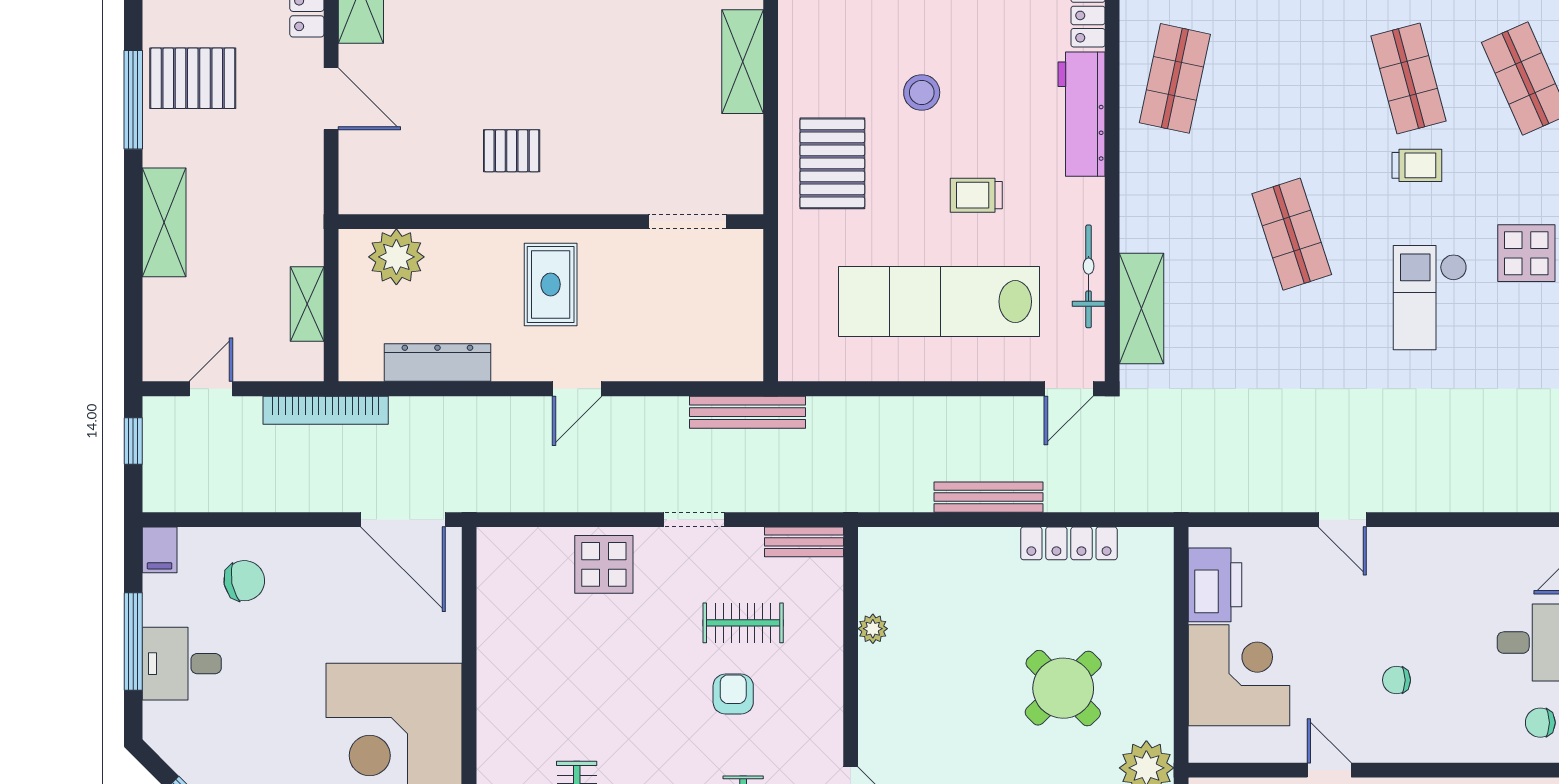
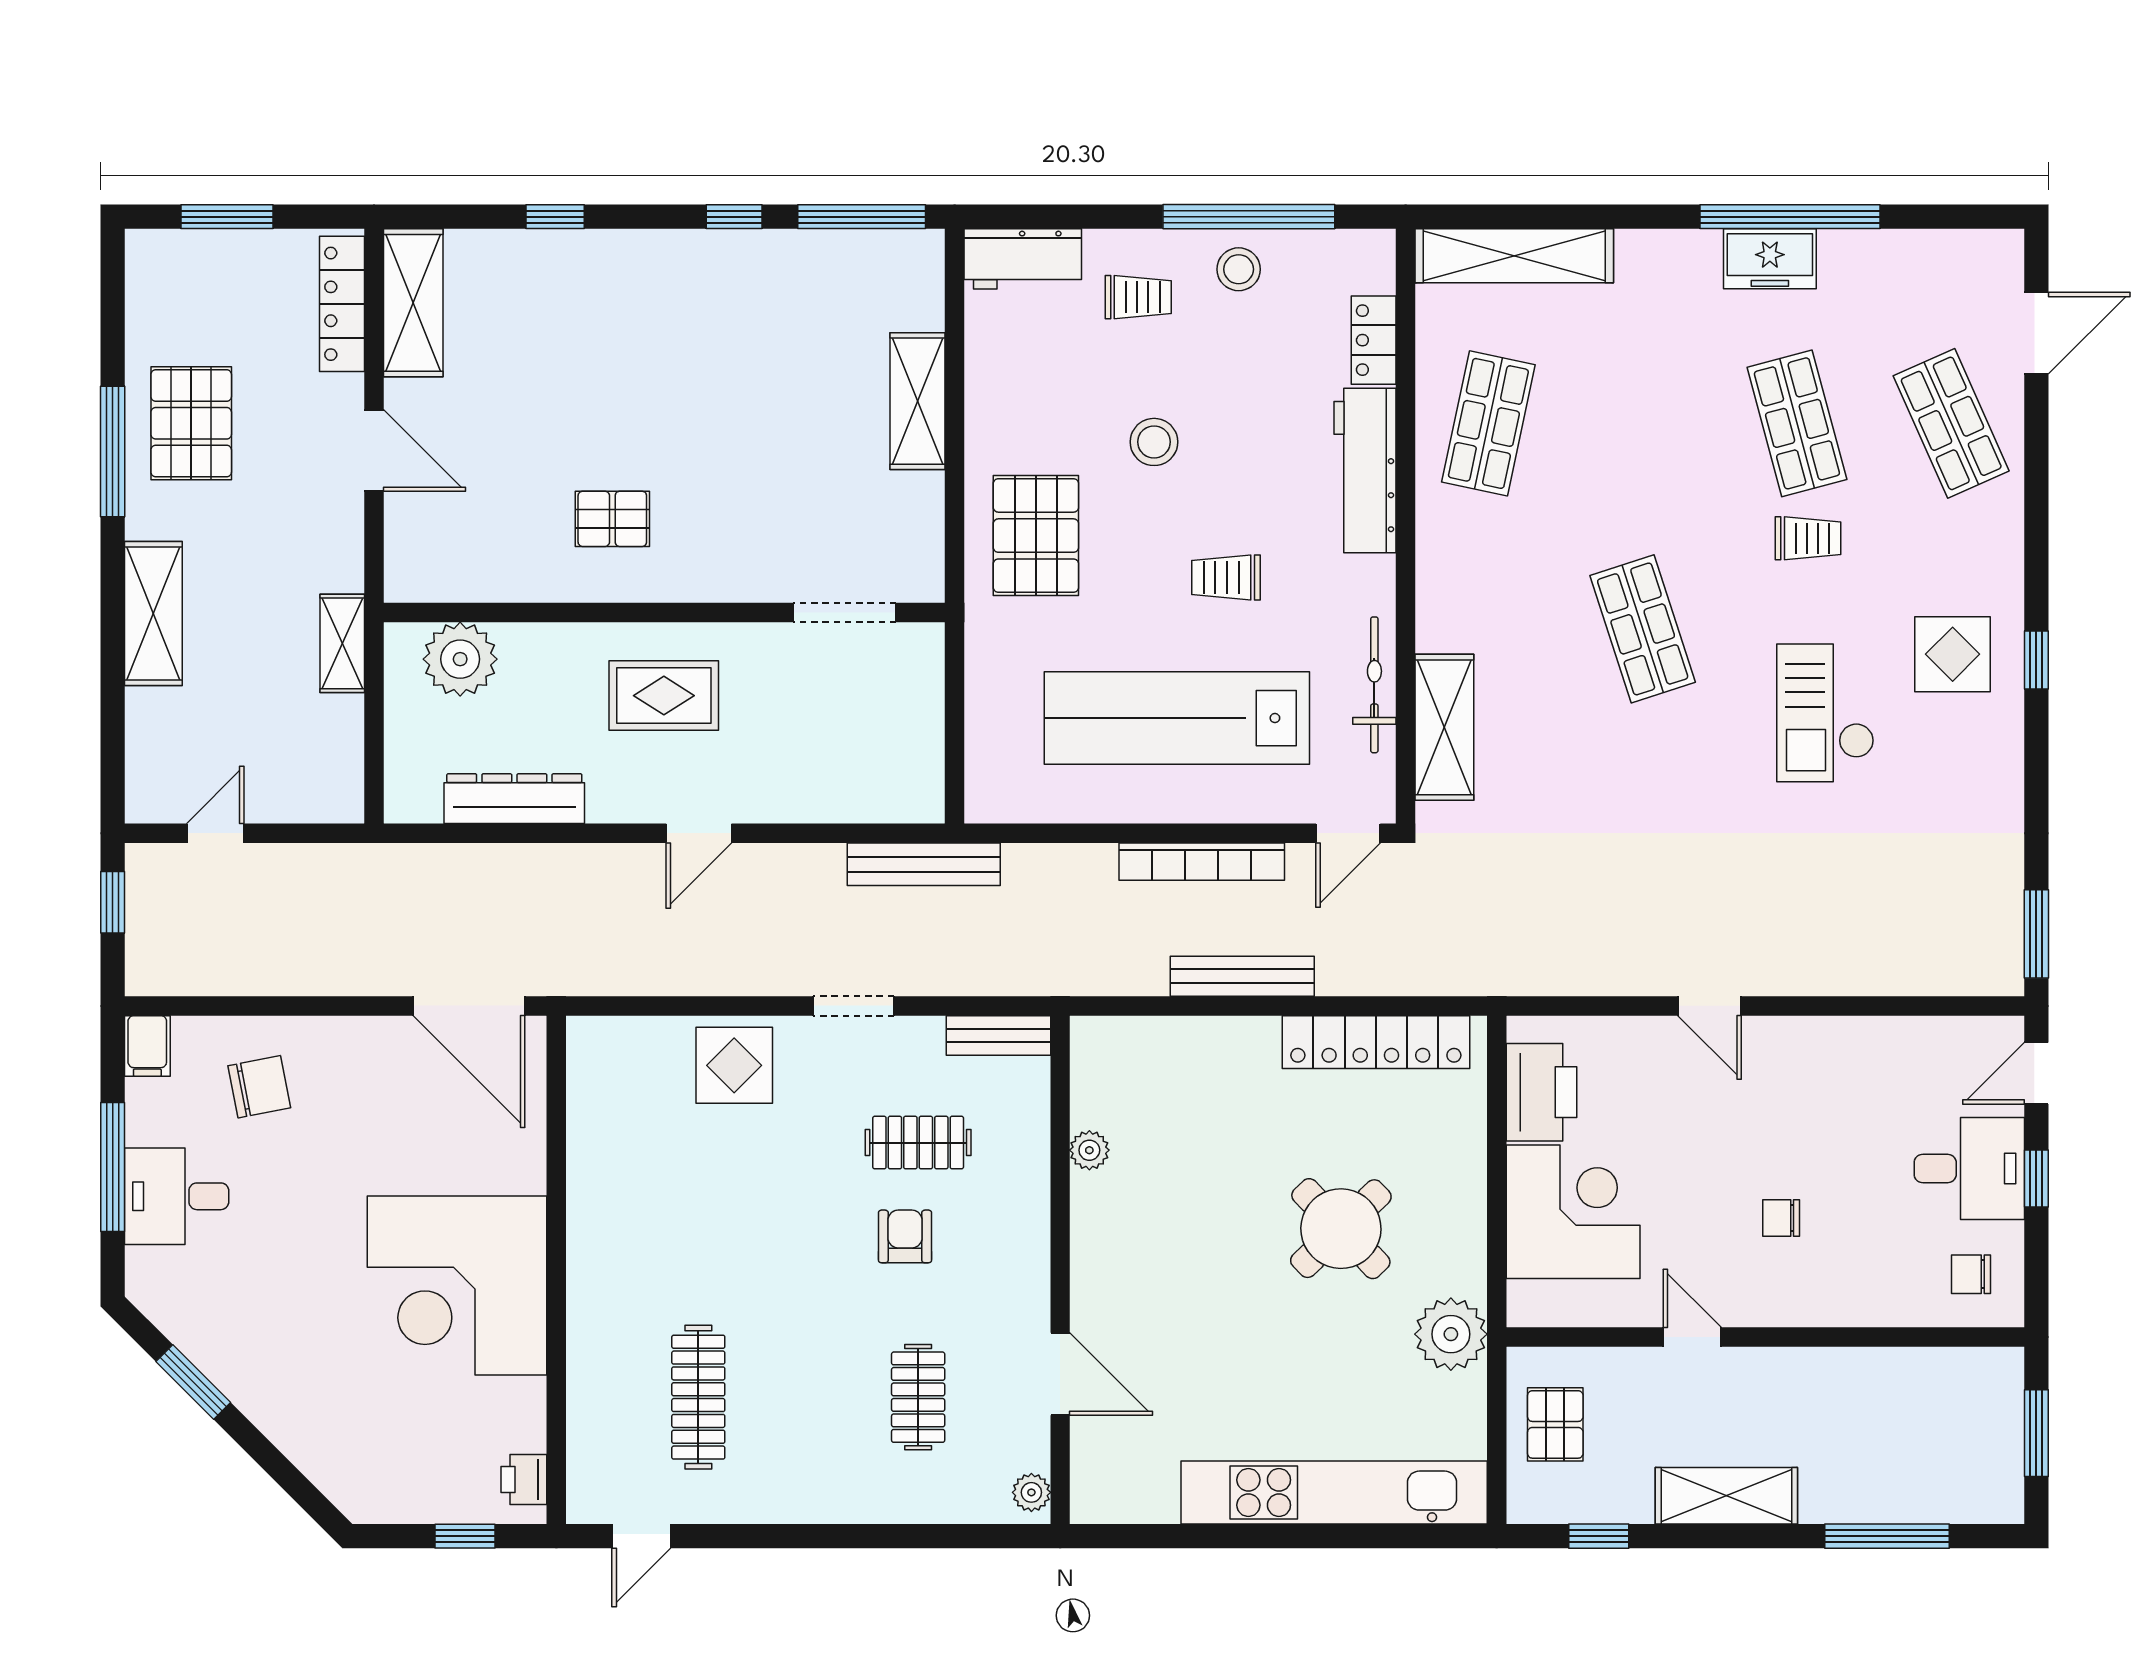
pallet: (193, 78) -> (191, 423), turned 90
rug: (551, 284) -> (664, 696), turned 90
shelving: (307, 304) -> (342, 643), moved
bookcase: (326, 410) -> (1202, 862), moved
locker: (1069, 543) -> (1376, 1042), width x1.41, depth x1.21

